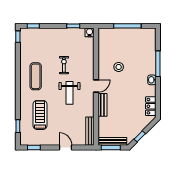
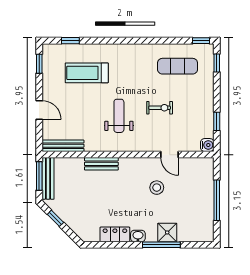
shower: (149, 60) -> (167, 232), added
exercise mat: (36, 76) -> (178, 66), moved
door: (96, 86) -> (170, 155), moved
weight bench: (69, 93) -> (119, 116), turned 90
locker: (151, 106) -> (115, 234), moved
treadmill: (40, 115) -> (87, 73), turned 180
door: (66, 147) -> (39, 110), hinge flipped

